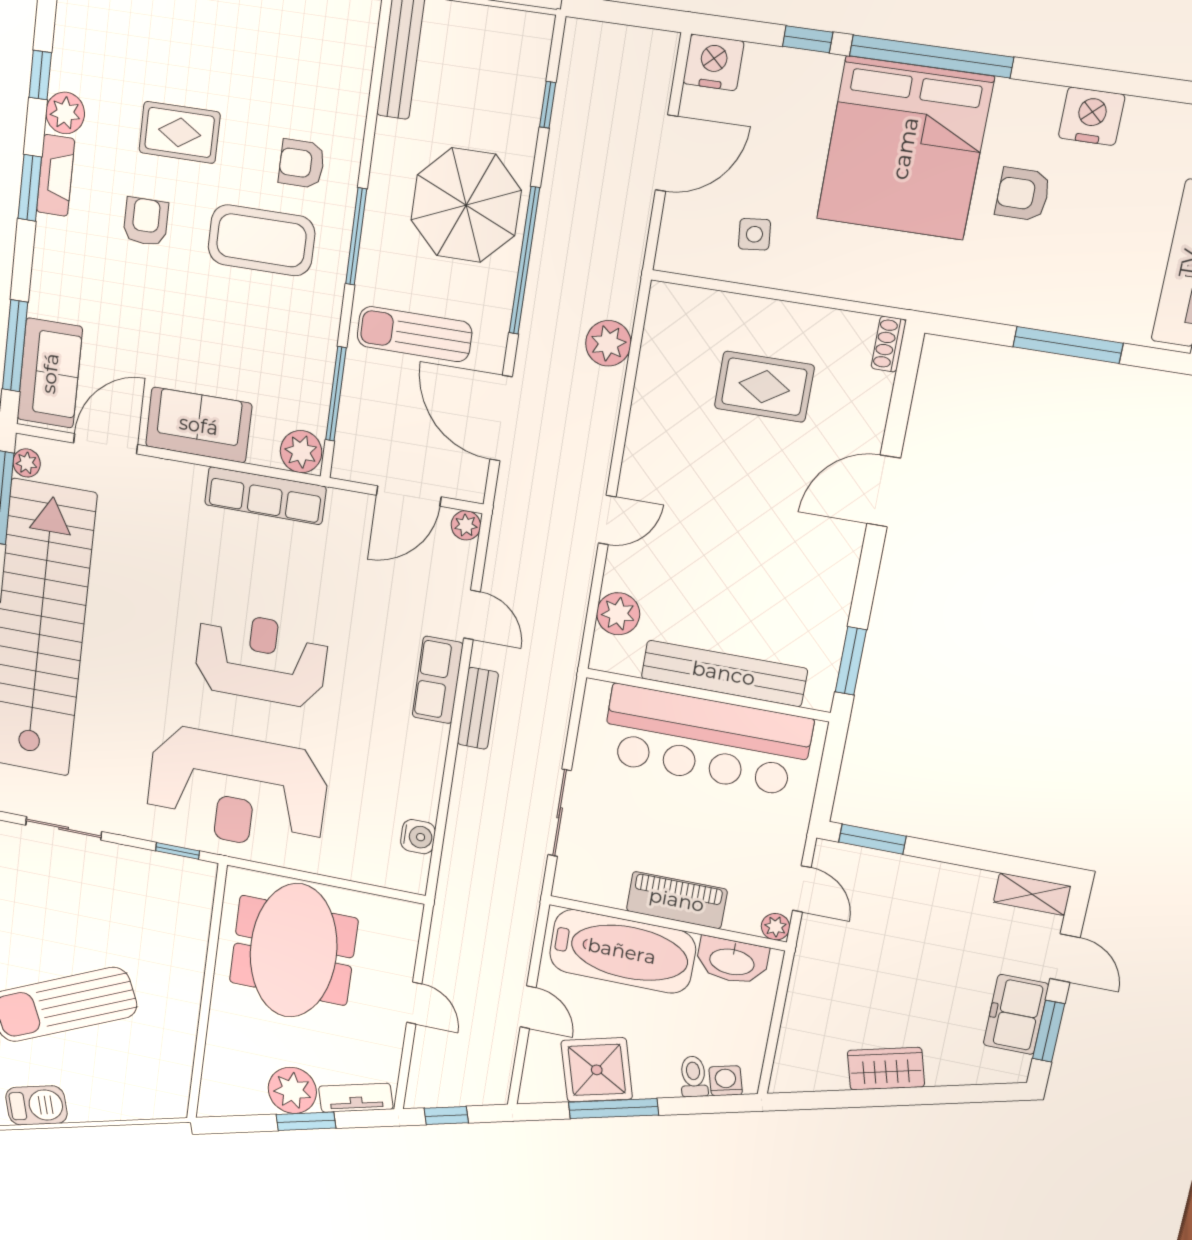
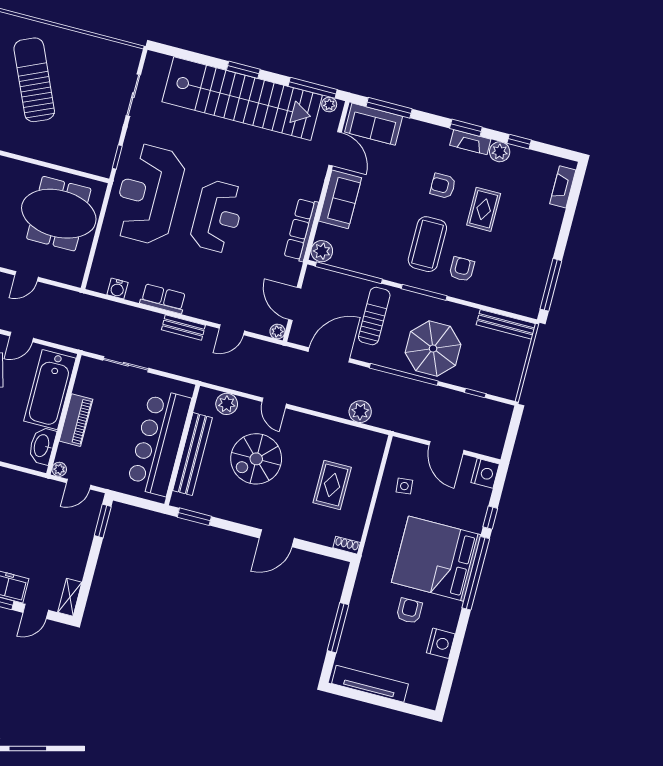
armchair: (146, 222) -> (443, 186), turned 180
window: (336, 394) -> (349, 273), width x1.46
door: (884, 491) -> (277, 538), swing flipped
spiral stairs: (723, 546) -> (256, 459), added
row of seats: (438, 680) -> (163, 299), moved

